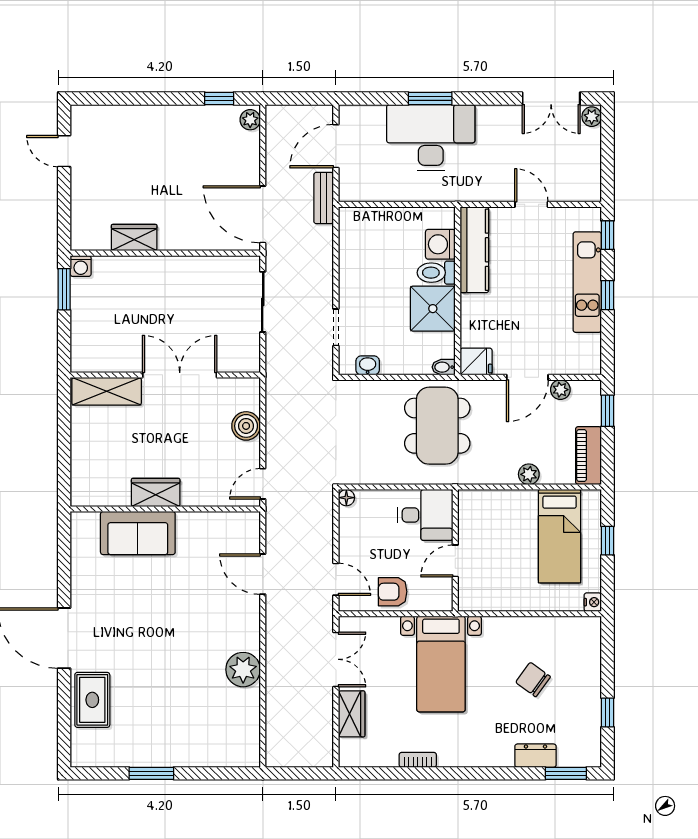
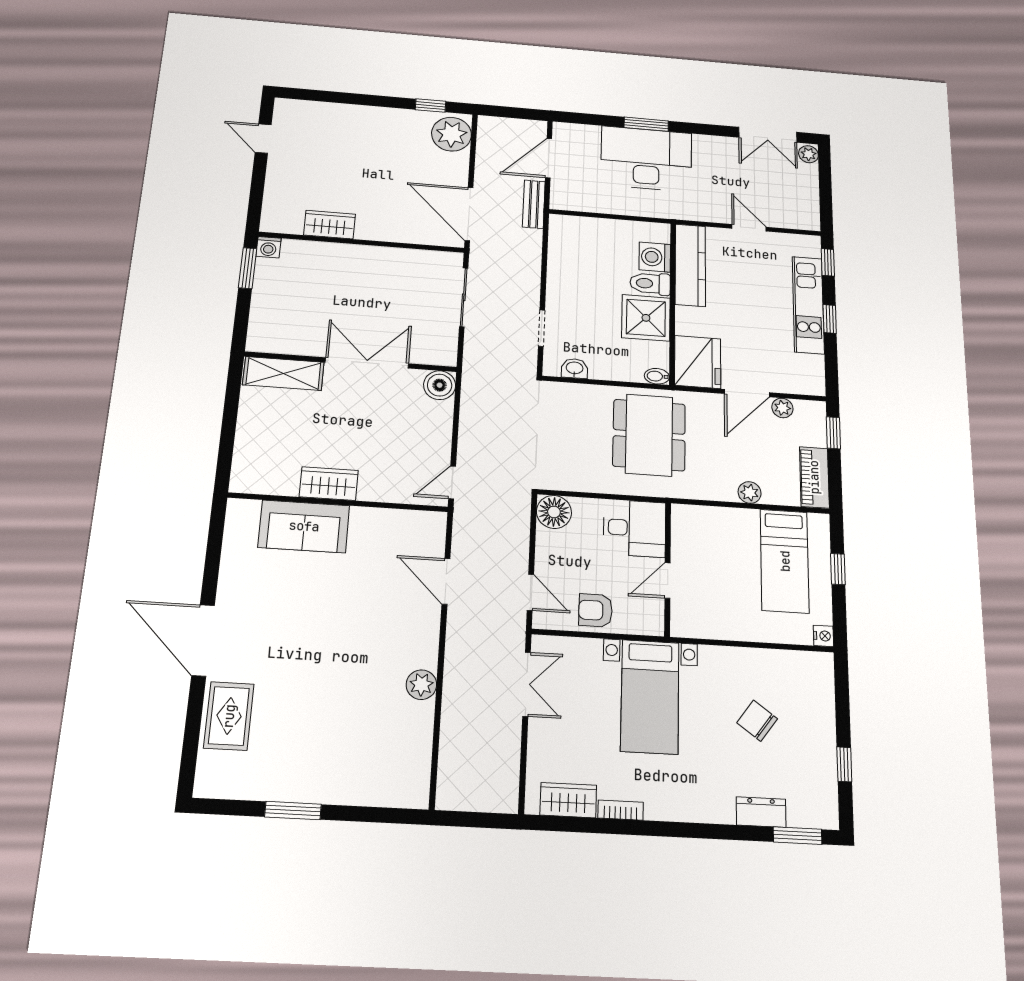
plant: (250, 120) -> (452, 134), width x1.88, depth x1.88
fridge: (476, 362) -> (698, 362), width x1.88, depth x1.34
boiler: (246, 426) -> (440, 385), moved
floor lamp: (346, 498) -> (554, 512), width x1.89, depth x1.89
plant: (243, 670) -> (421, 685), width x0.73, depth x0.73
wardrobe: (352, 714) -> (568, 800), moved, turned -90

